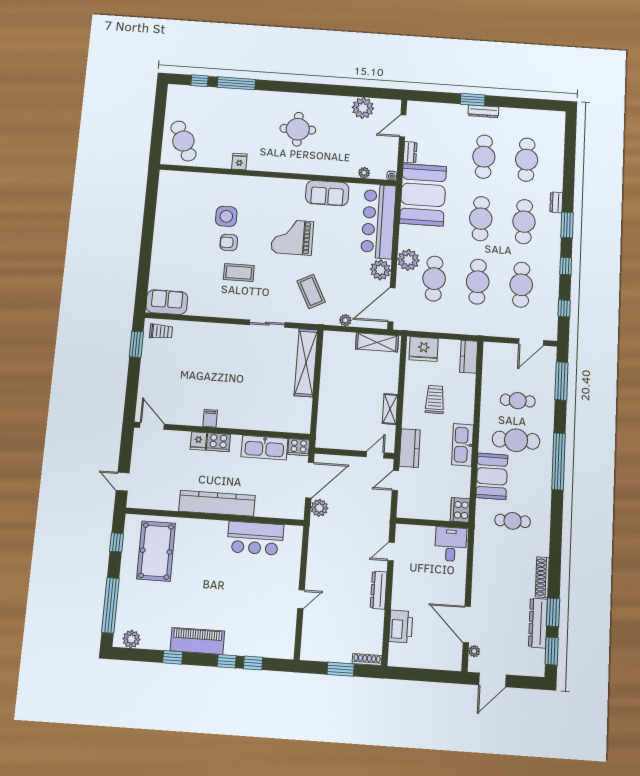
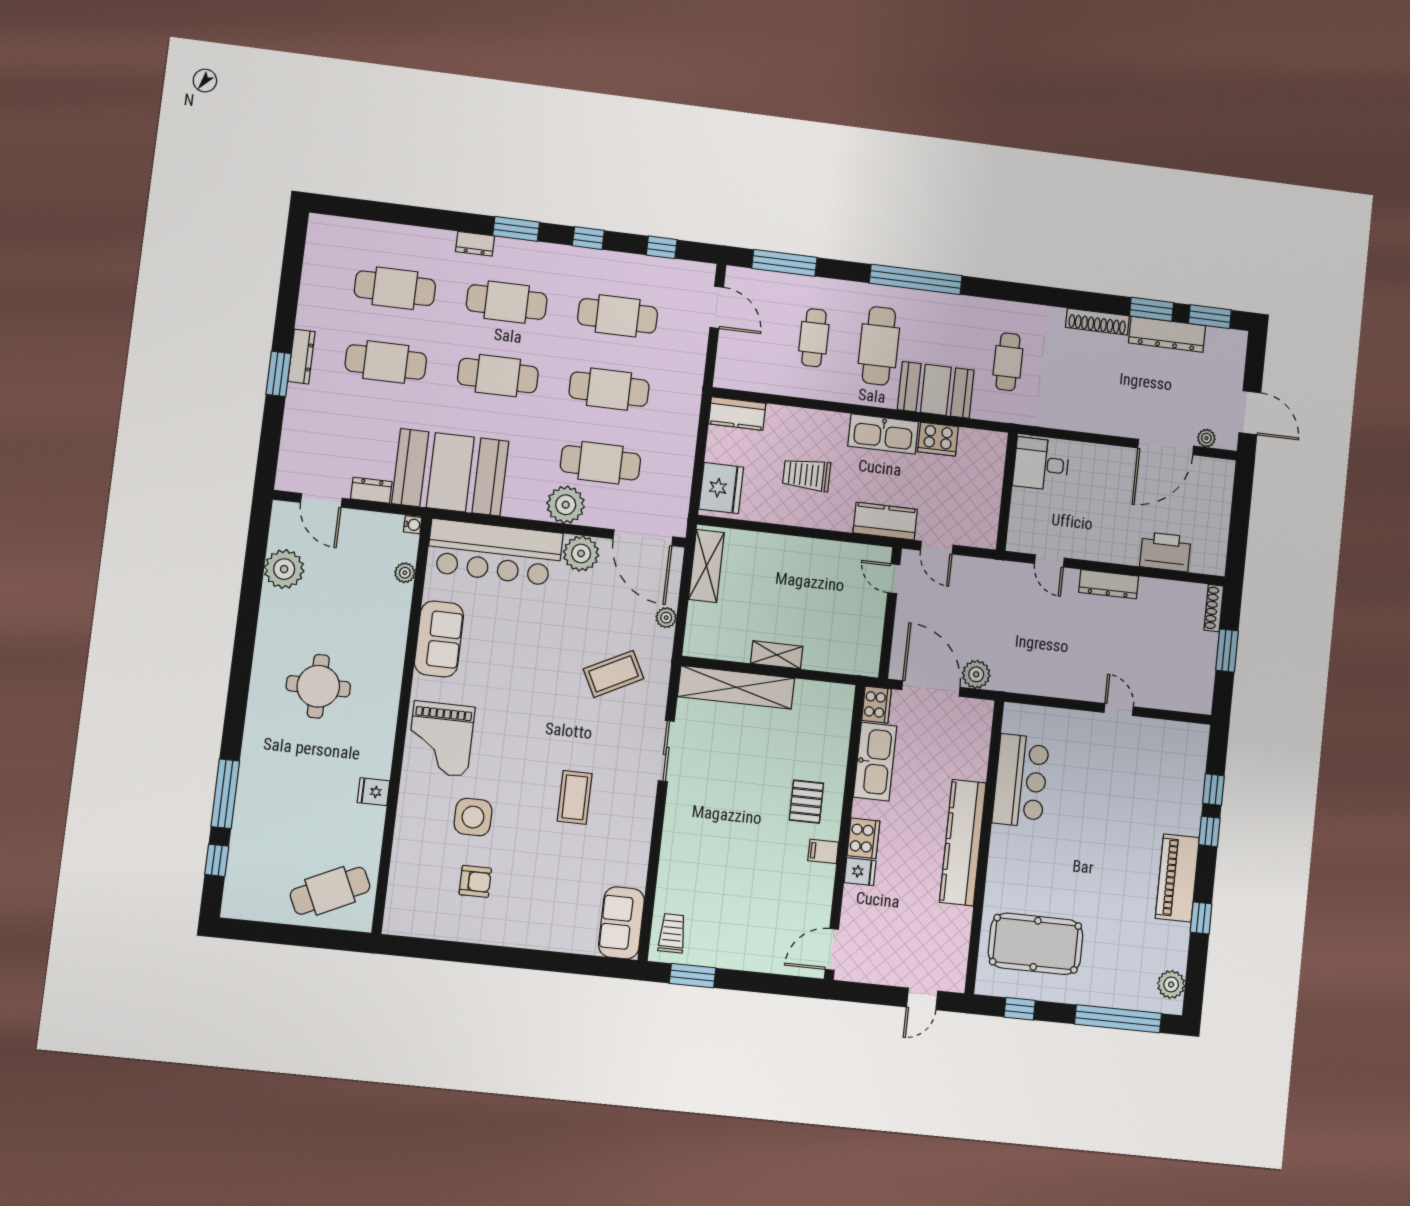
grand piano: (292, 237) -> (441, 739), moved
armchair: (229, 242) -> (475, 881), moved, turned -90
pallet: (240, 407) -> (806, 802), added
shelving: (390, 409) -> (777, 655), moved
cooker: (460, 510) -> (938, 439), moved

